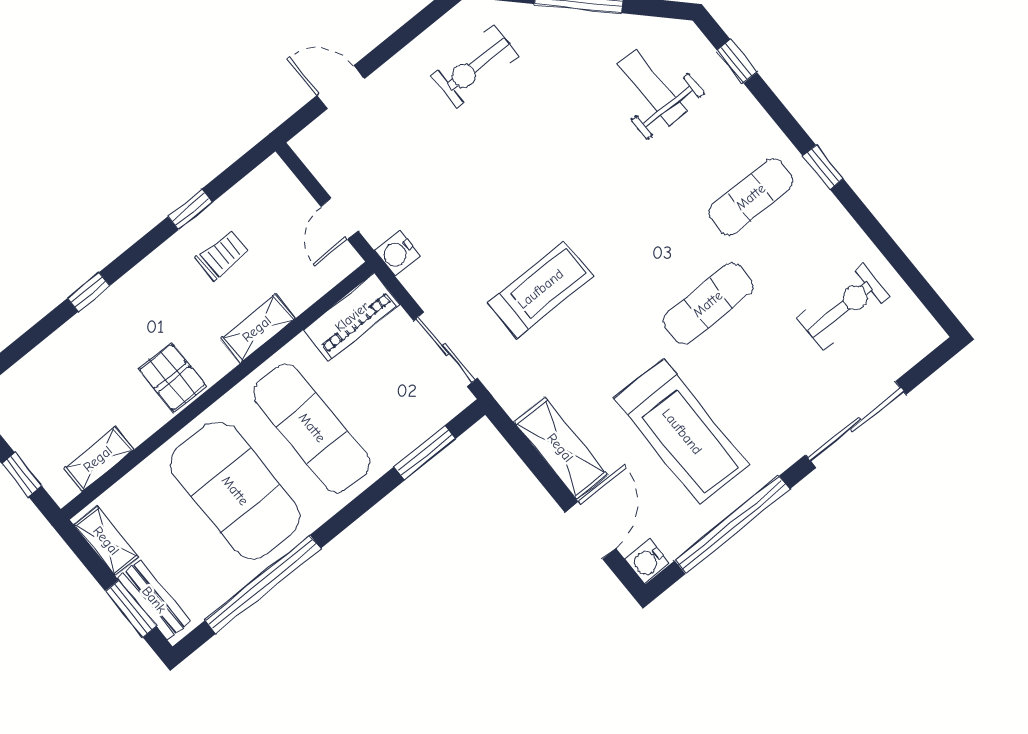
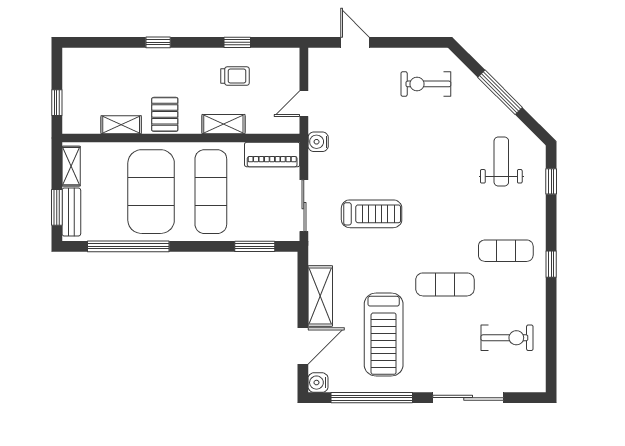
shelving: (98, 459) -> (121, 125), moved

